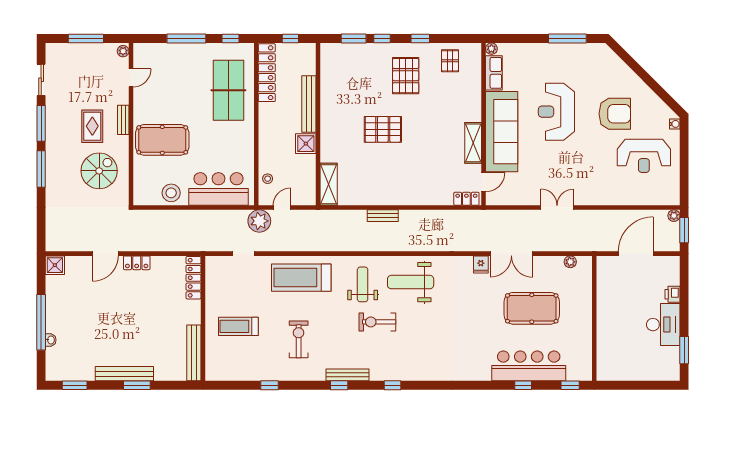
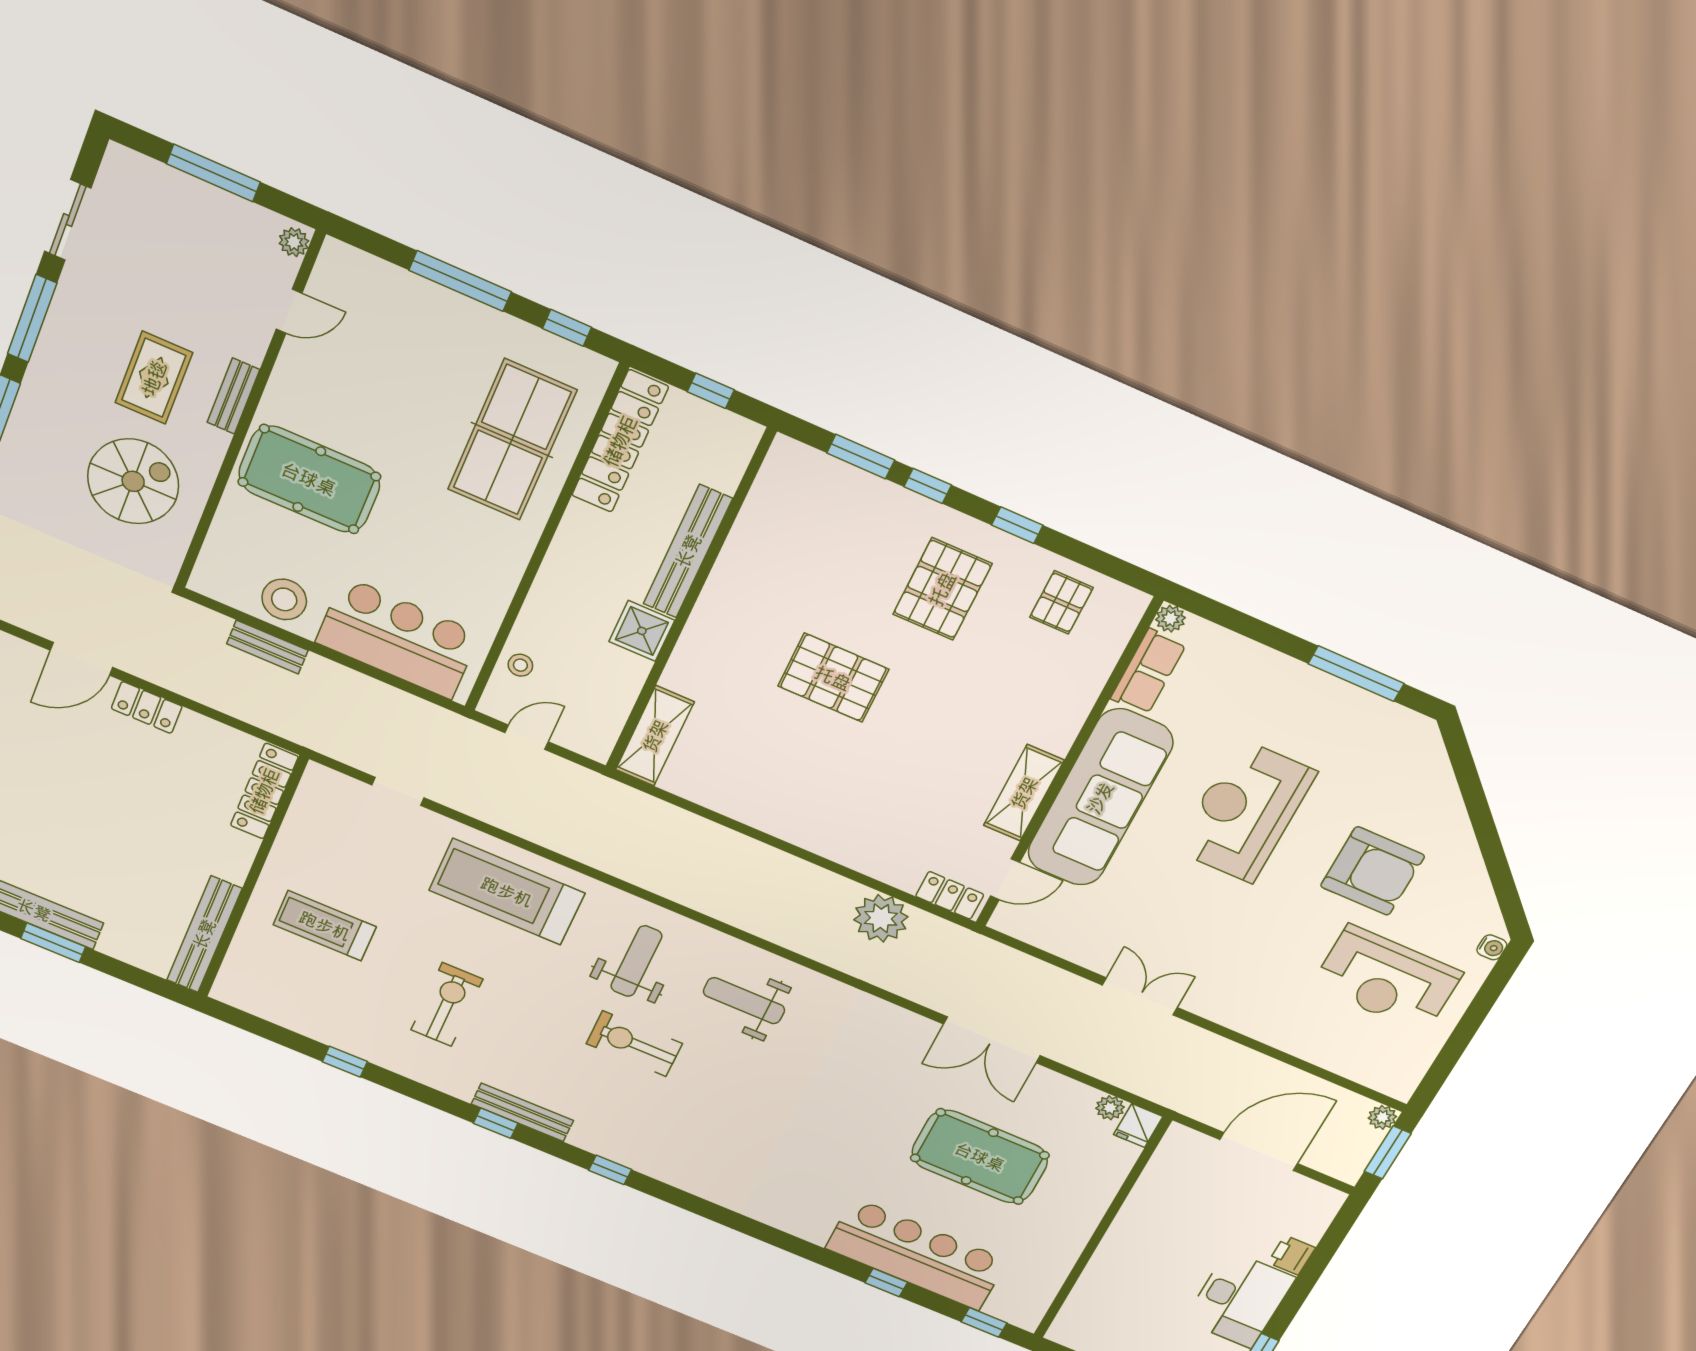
bench: (383, 216) -> (267, 647), moved
plant: (259, 221) -> (881, 918), moved
fridge: (481, 264) -> (1138, 1126), moved
weight bench: (411, 282) -> (744, 1001), width x0.73, depth x0.75

